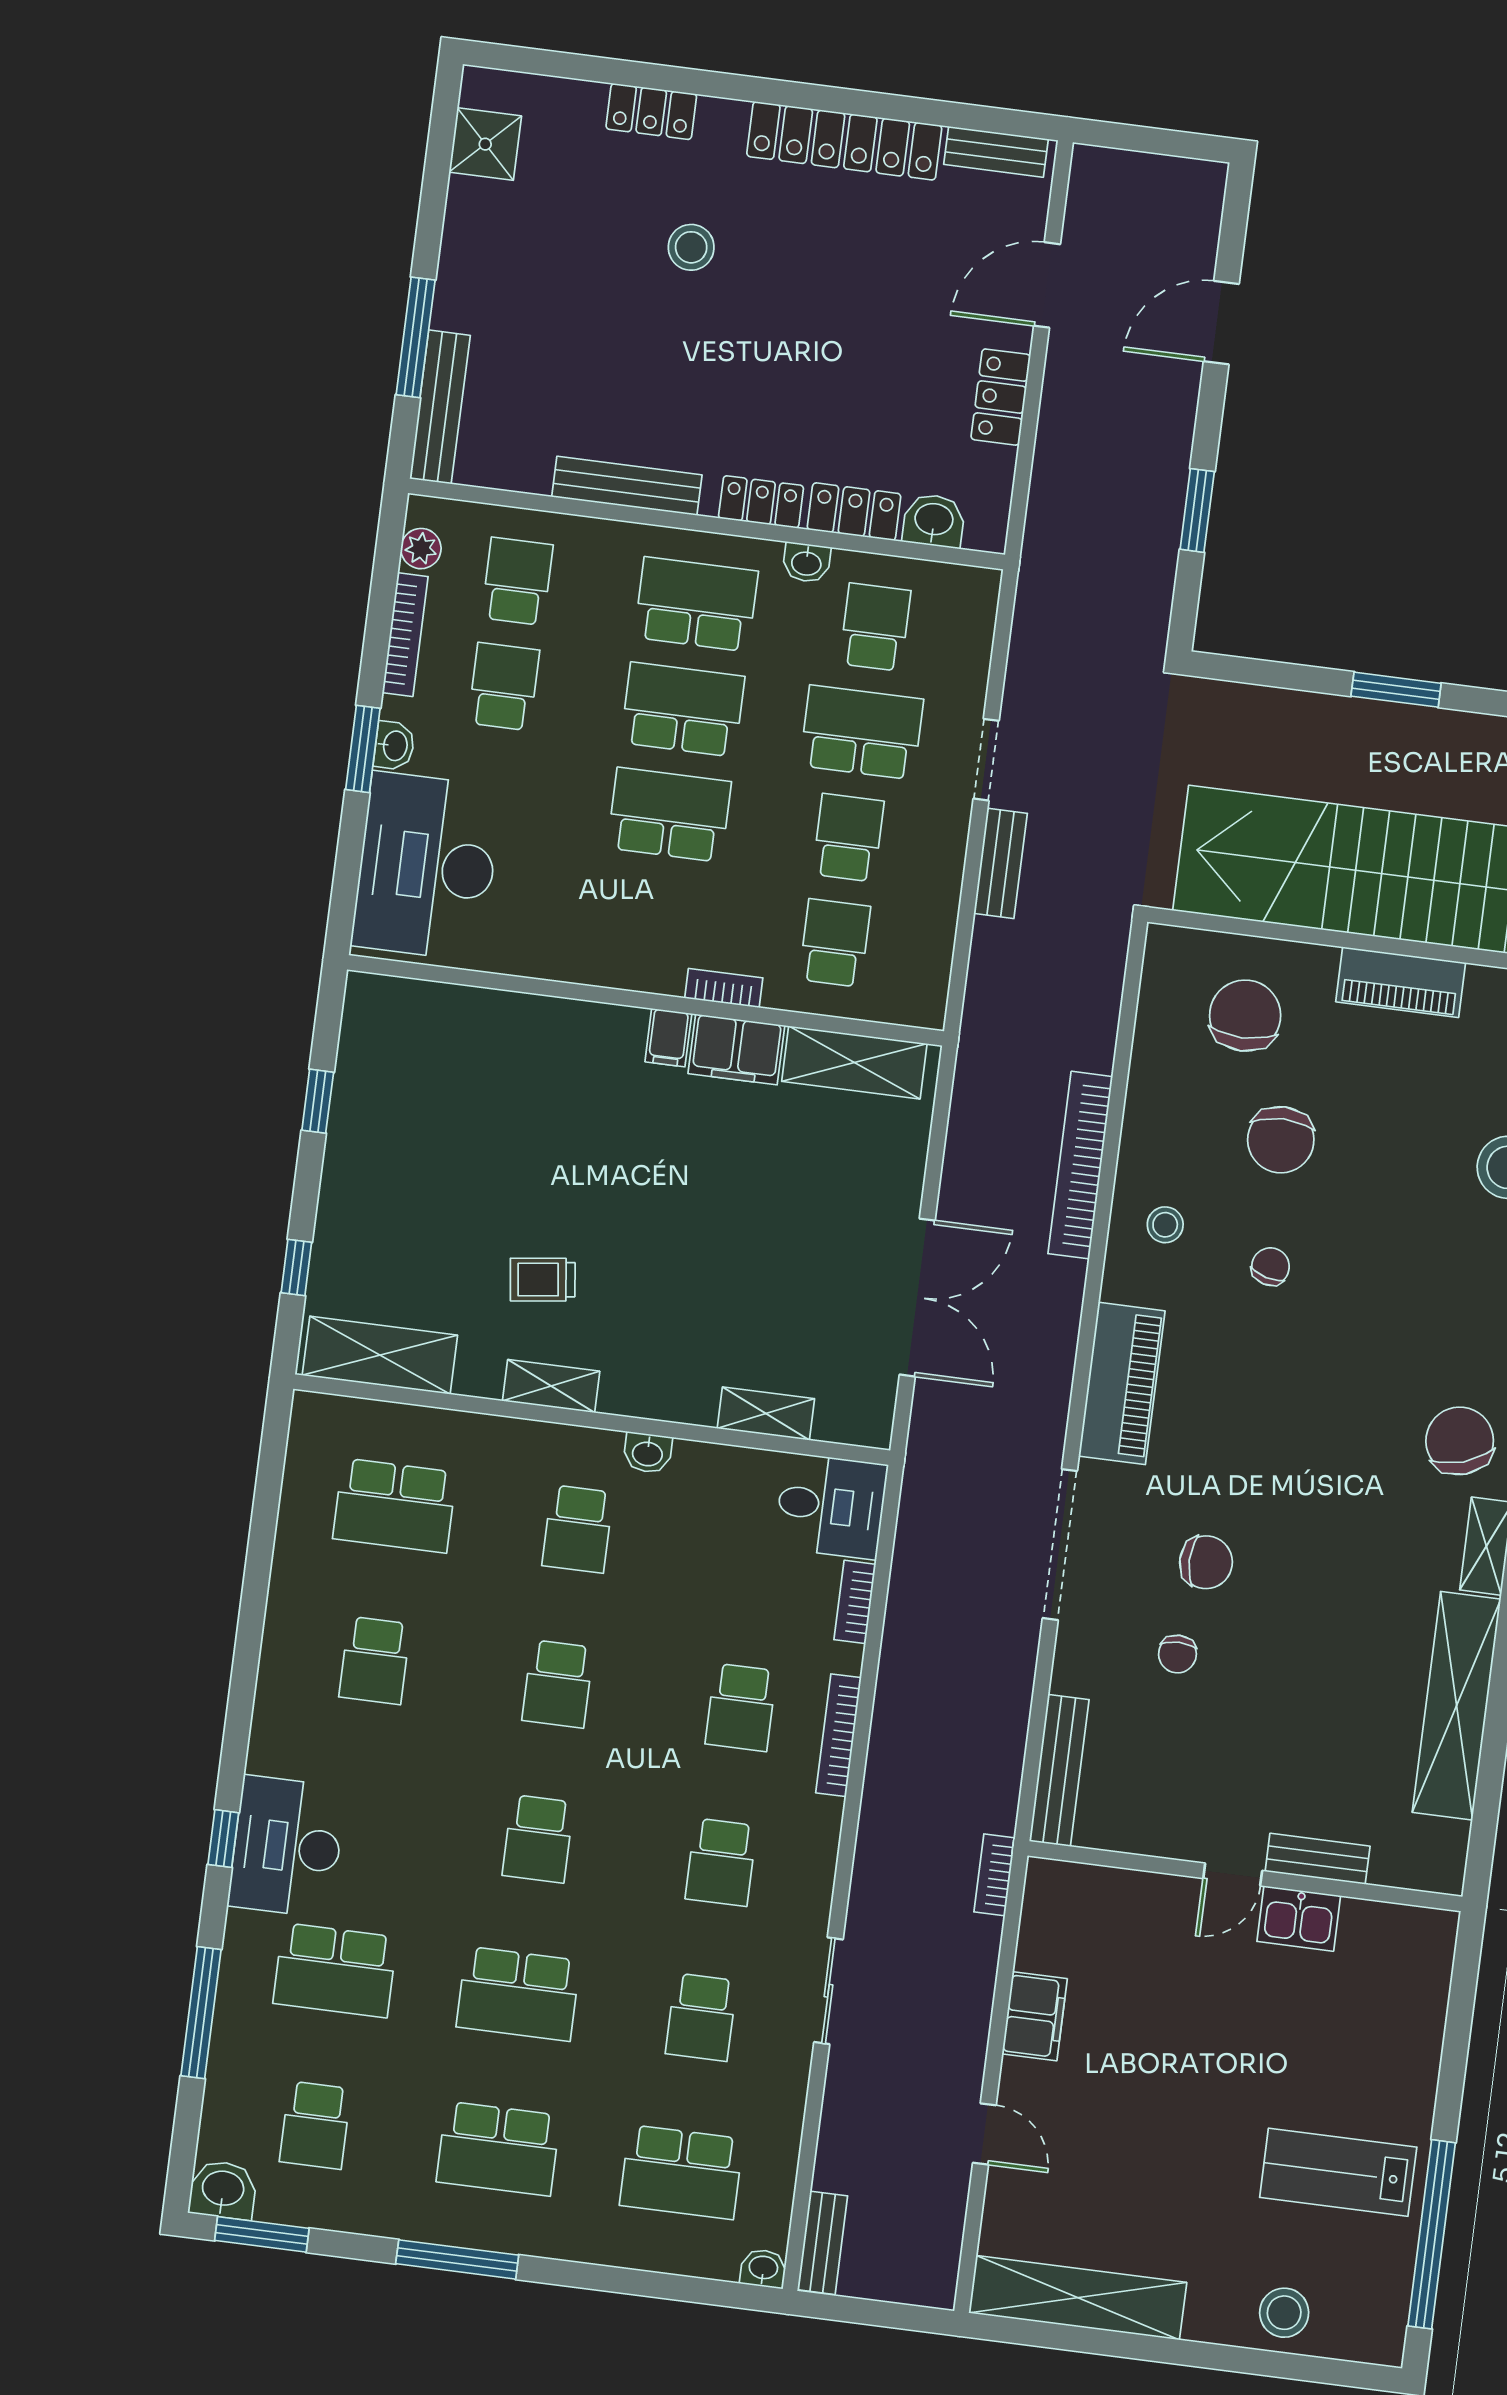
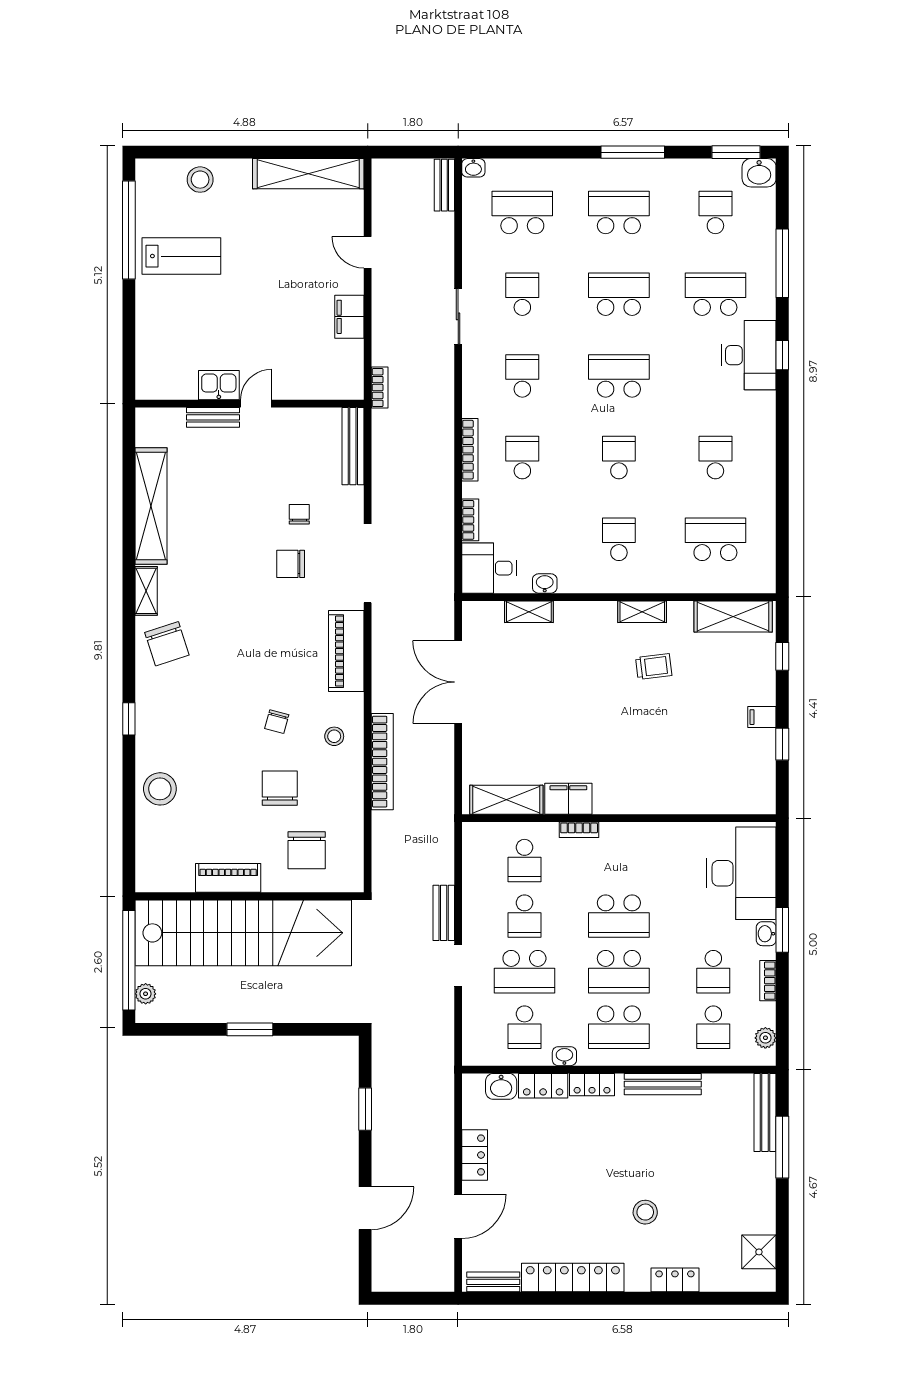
bookcase: (405, 635) -> (768, 981), width x0.64
filing cabinet: (668, 1038) -> (762, 717), moved, turned -90
washbasin: (648, 1453) -> (545, 583), moved
school desk: (538, 1839) -> (619, 376), width x1.85

